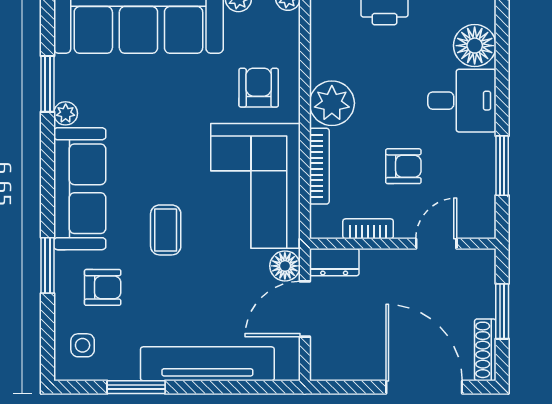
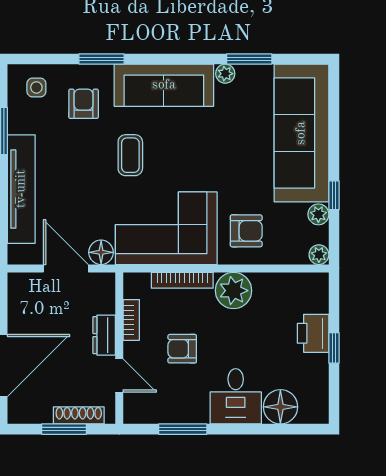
armchair: (403, 166) -> (182, 349), turned 90
coffee table: (166, 230) -> (130, 155), turned 90
dresser: (334, 262) -> (104, 335), moved
armchair: (103, 287) -> (84, 104), turned 180
shoe rack: (485, 350) -> (79, 415), moved

